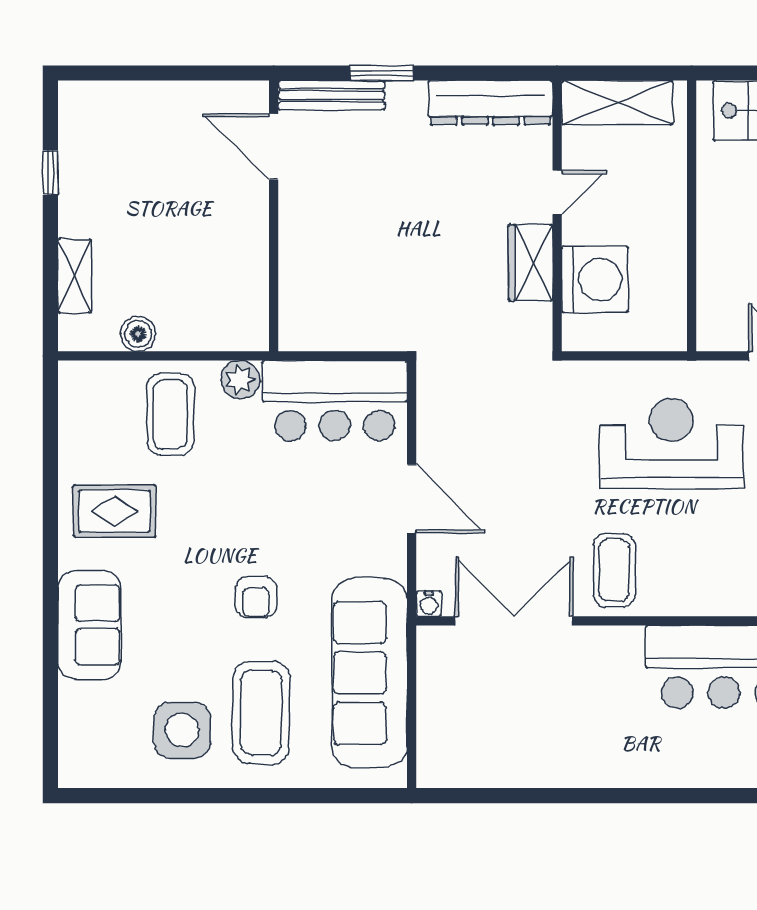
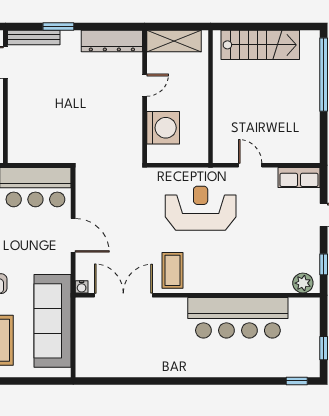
wardrobe: (531, 263) -> (131, 120), removed

